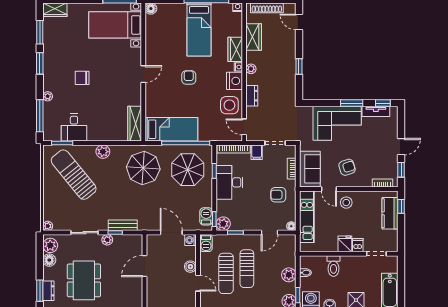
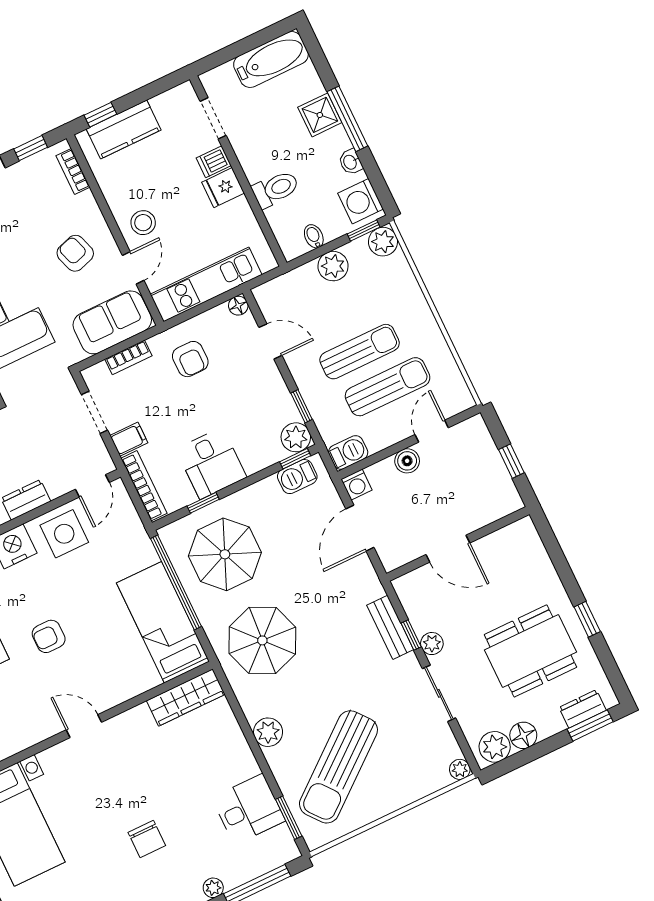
desk: (229, 182) -> (211, 463), width x0.73

